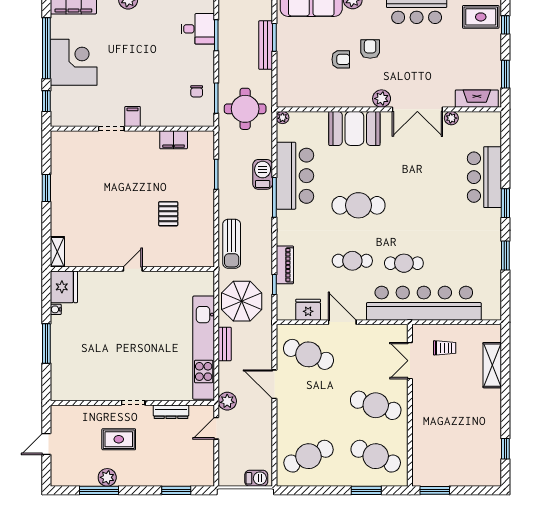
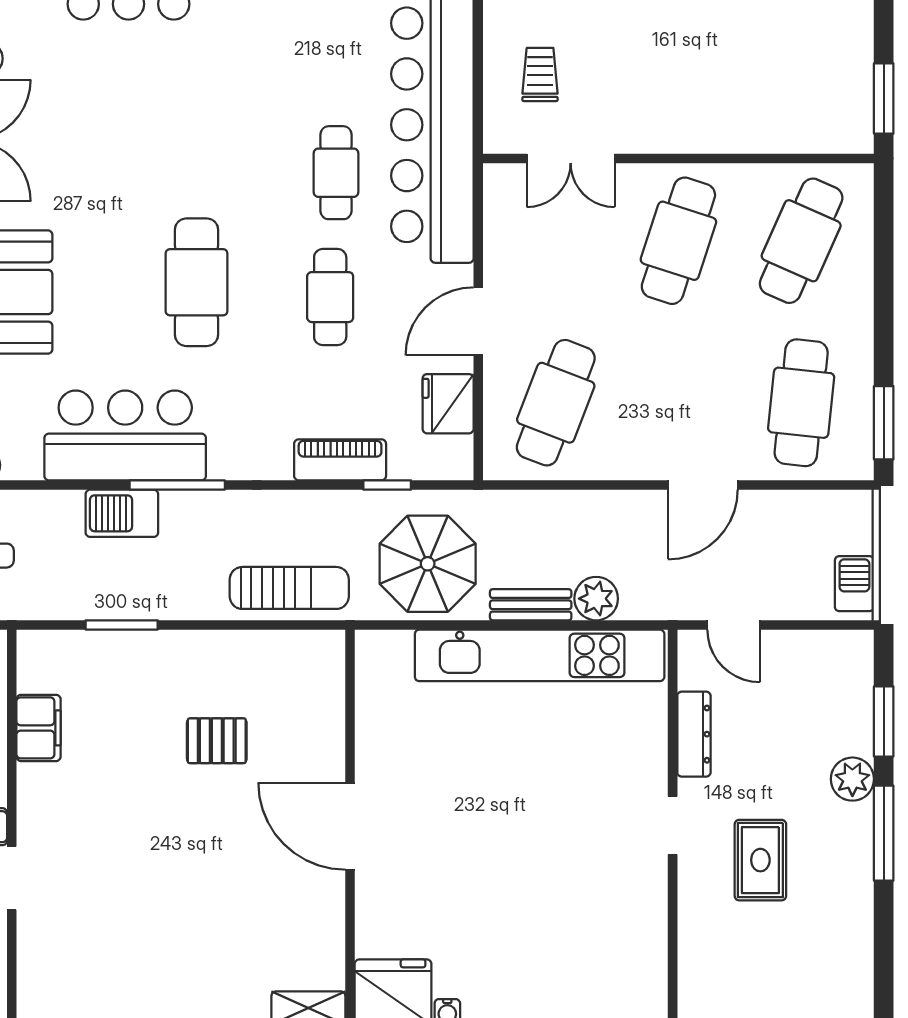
door: (133, 269) -> (350, 826), width x1.87
door: (274, 384) -> (703, 485), moved
plant: (227, 401) -> (596, 599), moved
cafe table: (308, 456) -> (801, 403), turned 30
plant: (107, 477) -> (852, 779), moved
barbecue: (256, 478) -> (854, 584), moved
window: (99, 490) -> (884, 833), moved
window: (366, 490) -> (884, 423), moved

